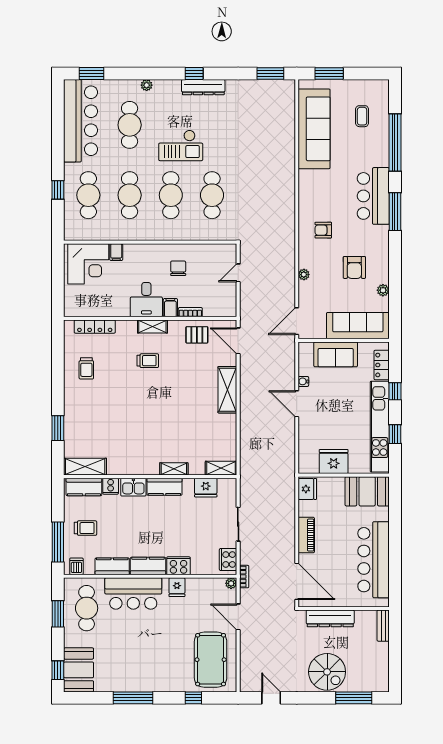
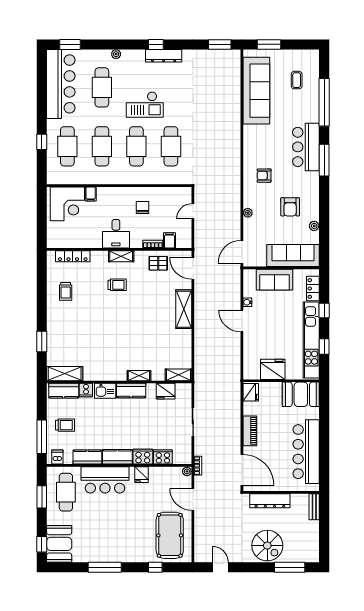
filing cabinet: (170, 308) -> (169, 240), moved
cooker: (228, 559) -> (163, 457), moved, turned 90

